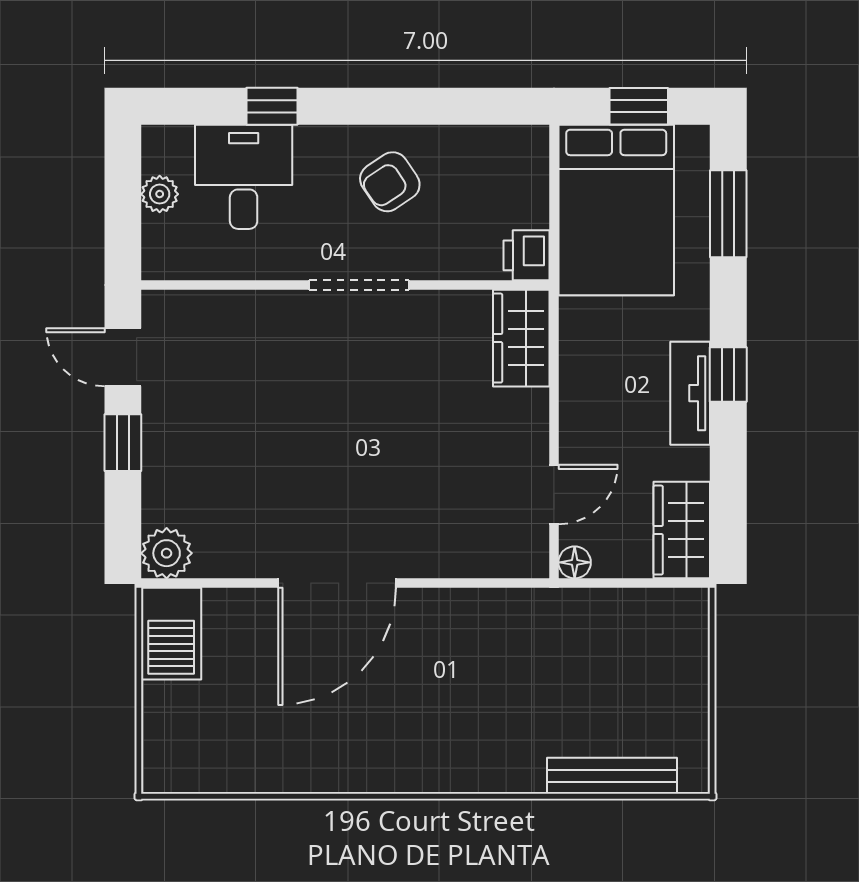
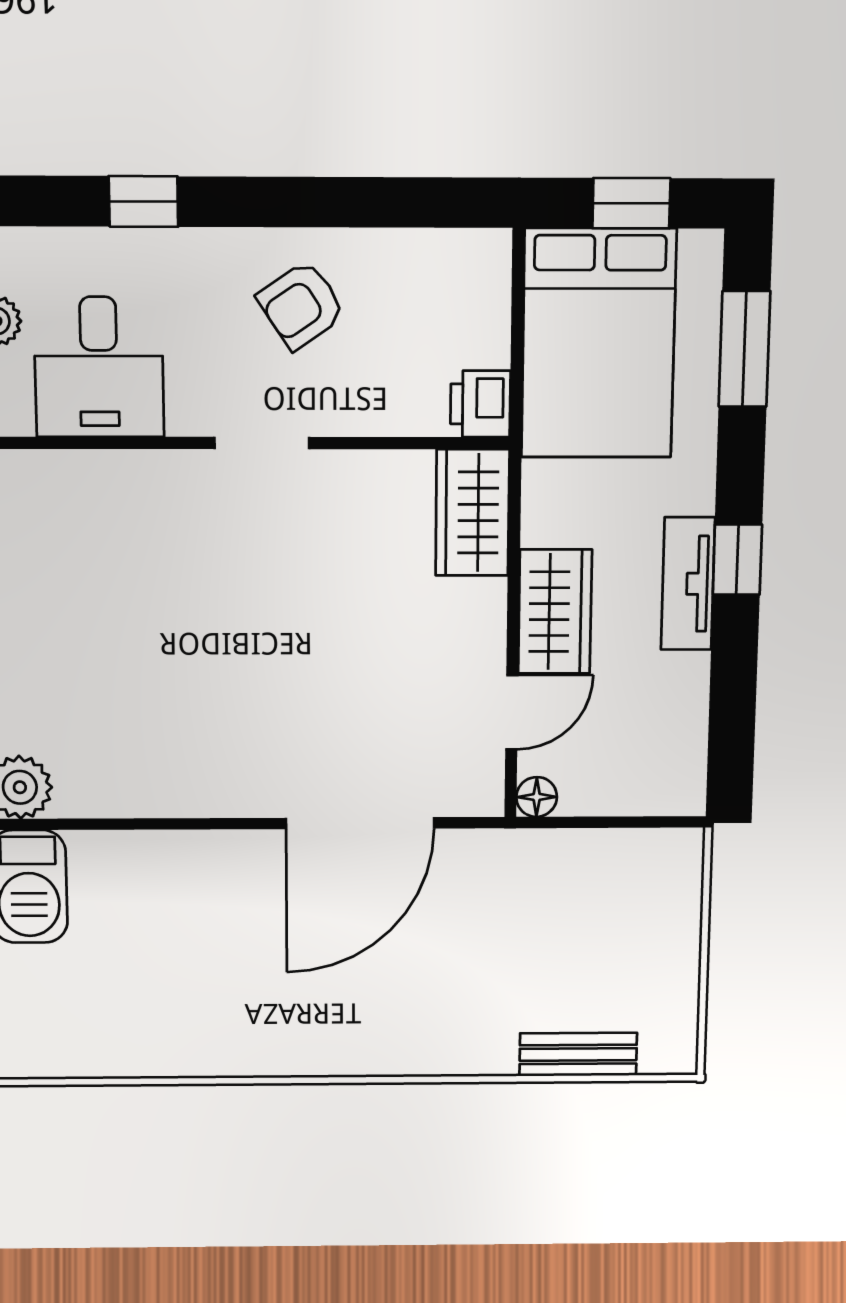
desk: (244, 177) -> (99, 367), moved, turned 180
doorway: (359, 285) -> (262, 443), width x0.73
wardrobe: (682, 530) -> (555, 612), moved, turned 180
door: (337, 583) -> (360, 823), moved
bench: (612, 776) -> (578, 1054), width x0.73

